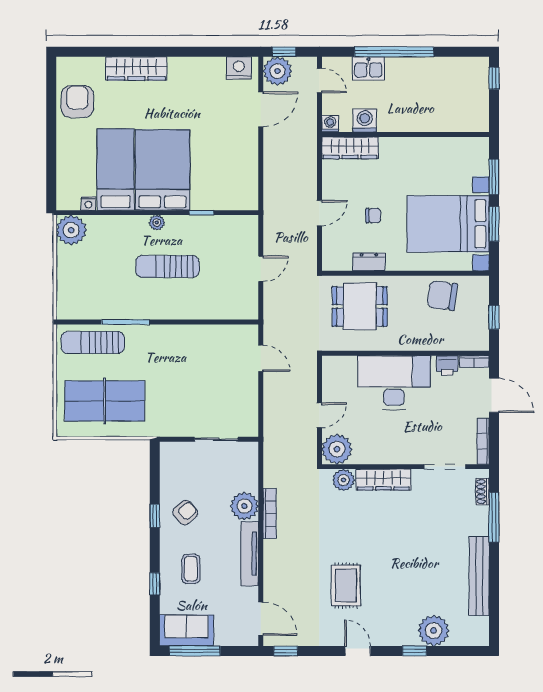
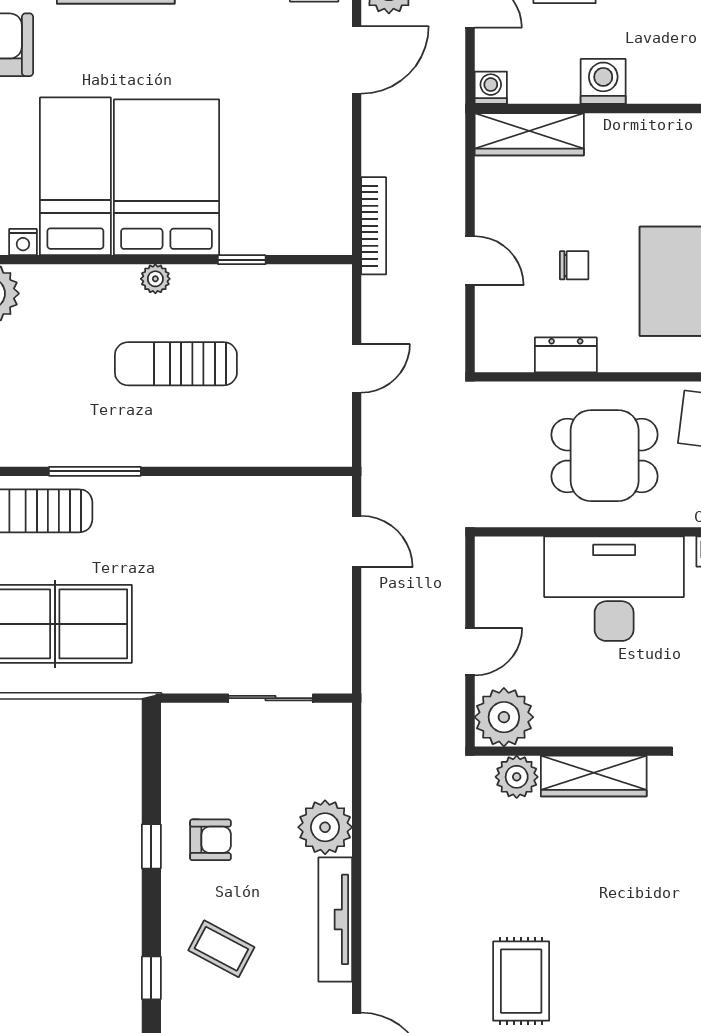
washing machine: (365, 121) -> (603, 81), moved
door: (319, 213) -> (470, 261), hinge flipped
dining table: (360, 306) -> (605, 456), moved
armchair: (185, 513) -> (210, 840), turned 40
bookcase: (270, 513) -> (374, 226), moved
coffee table: (191, 569) -> (221, 949), turned -62

